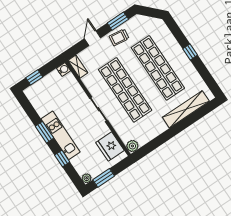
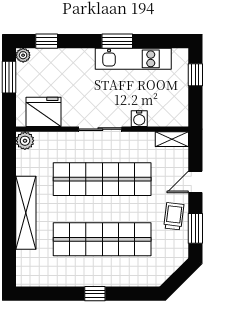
door: (93, 38) -> (195, 182), swing flipped
water cooler: (64, 69) -> (139, 119), moved
shelving: (186, 109) -> (26, 213), moved
kitchen unit: (61, 135) -> (133, 59), moved
window: (62, 159) -> (47, 41), moved

